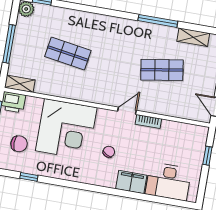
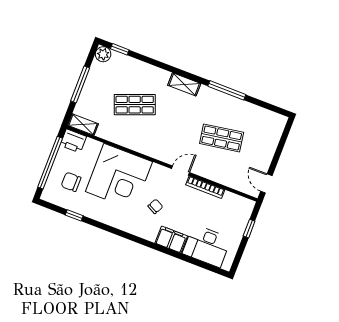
shelving: (193, 37) -> (184, 84), moved
shop shelf: (68, 53) -> (135, 105), turned -30
bookcase: (148, 121) -> (205, 187), width x1.56
chair: (19, 144) -> (71, 182), turned 180

